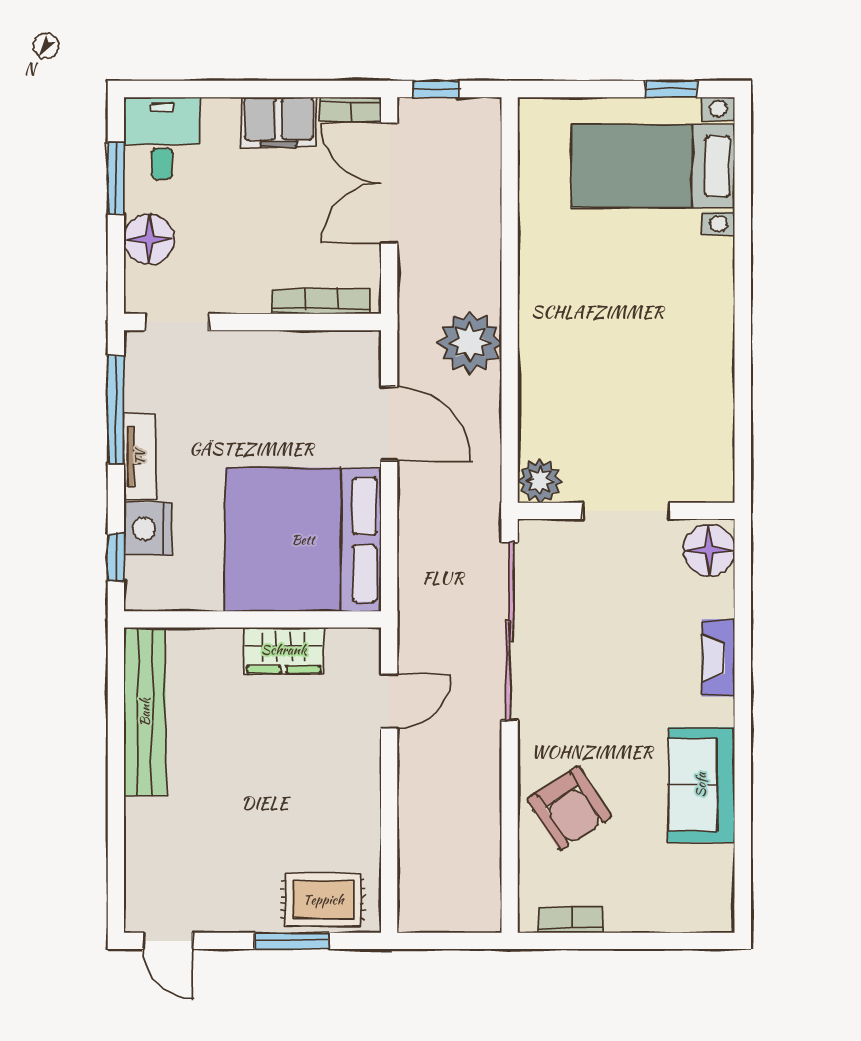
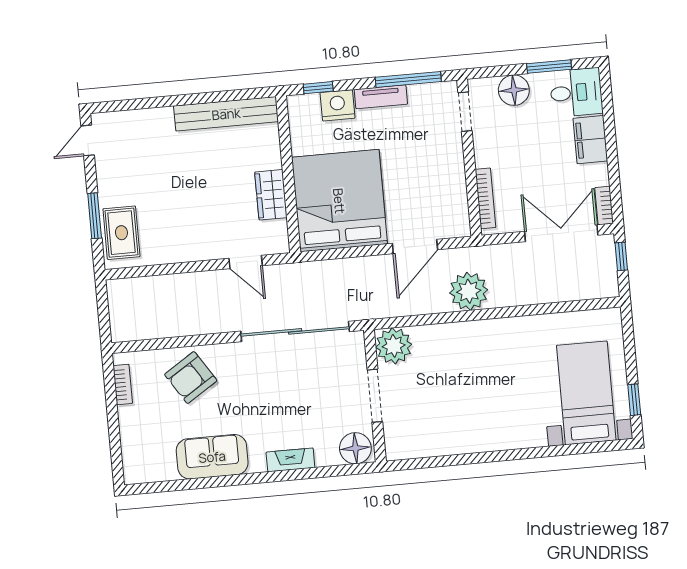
filing cabinet: (279, 122) -> (590, 140), moved
plant: (540, 481) -> (394, 346), width x1.36, depth x1.36

